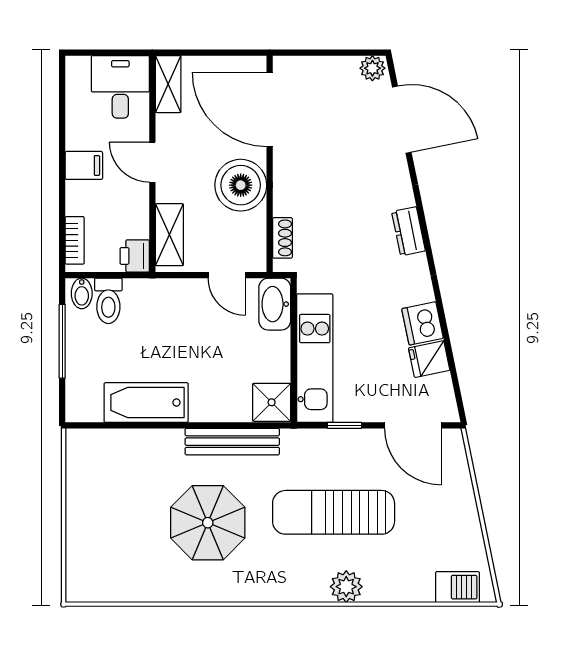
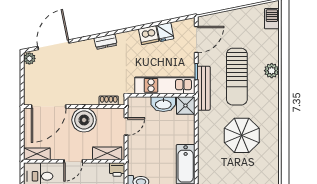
washbasin: (275, 304) -> (163, 104), moved
bench: (232, 442) -> (204, 88), moved

